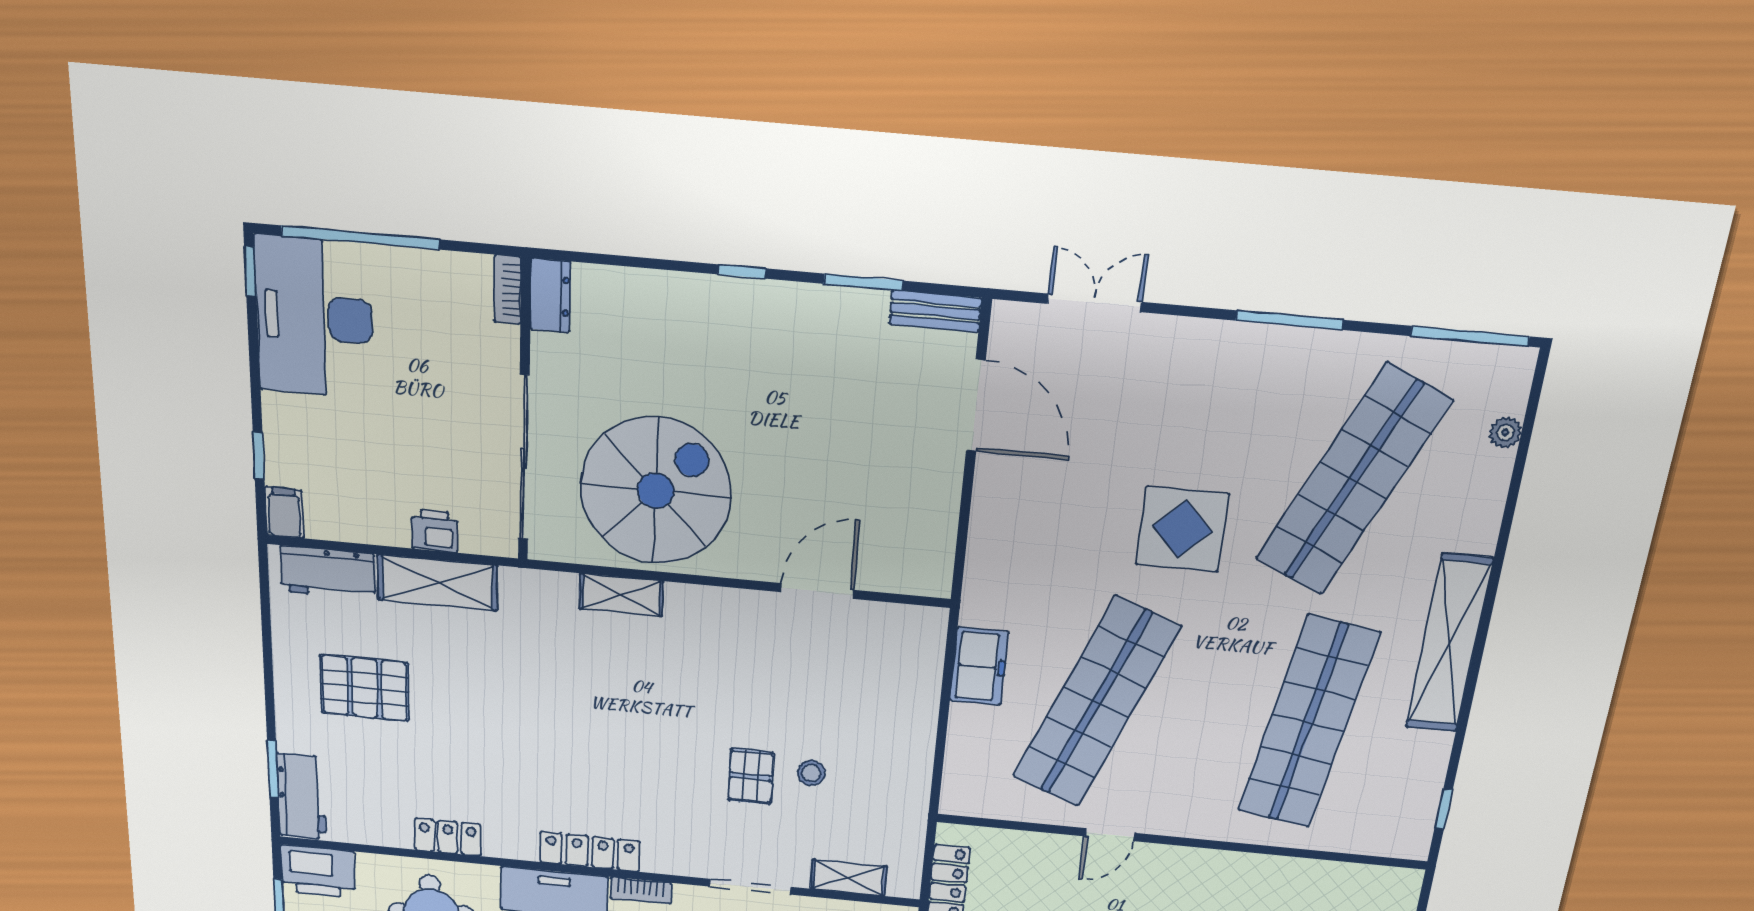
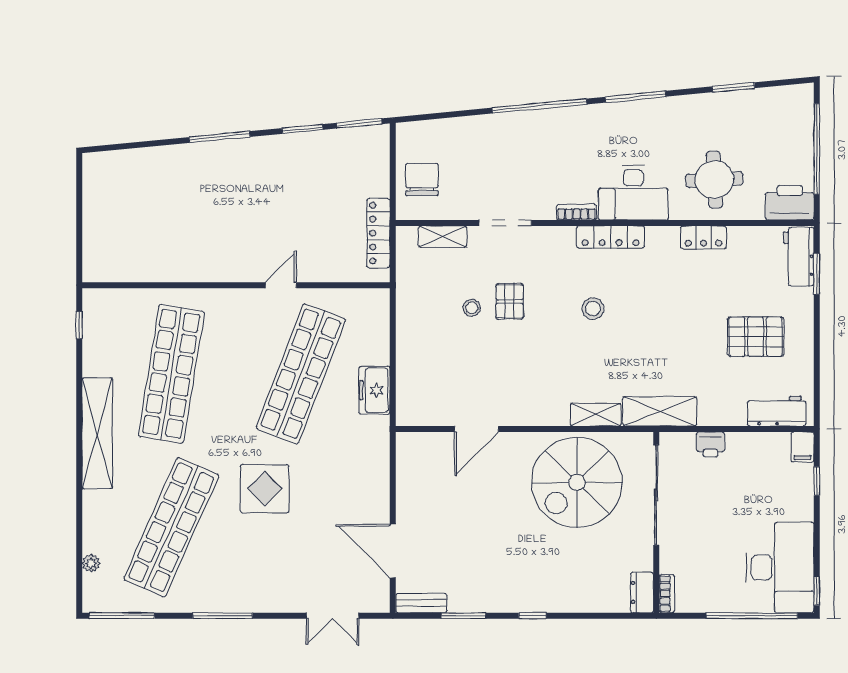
shelving: (437, 583) -> (660, 411), moved
stool: (620, 753) -> (593, 309), added

